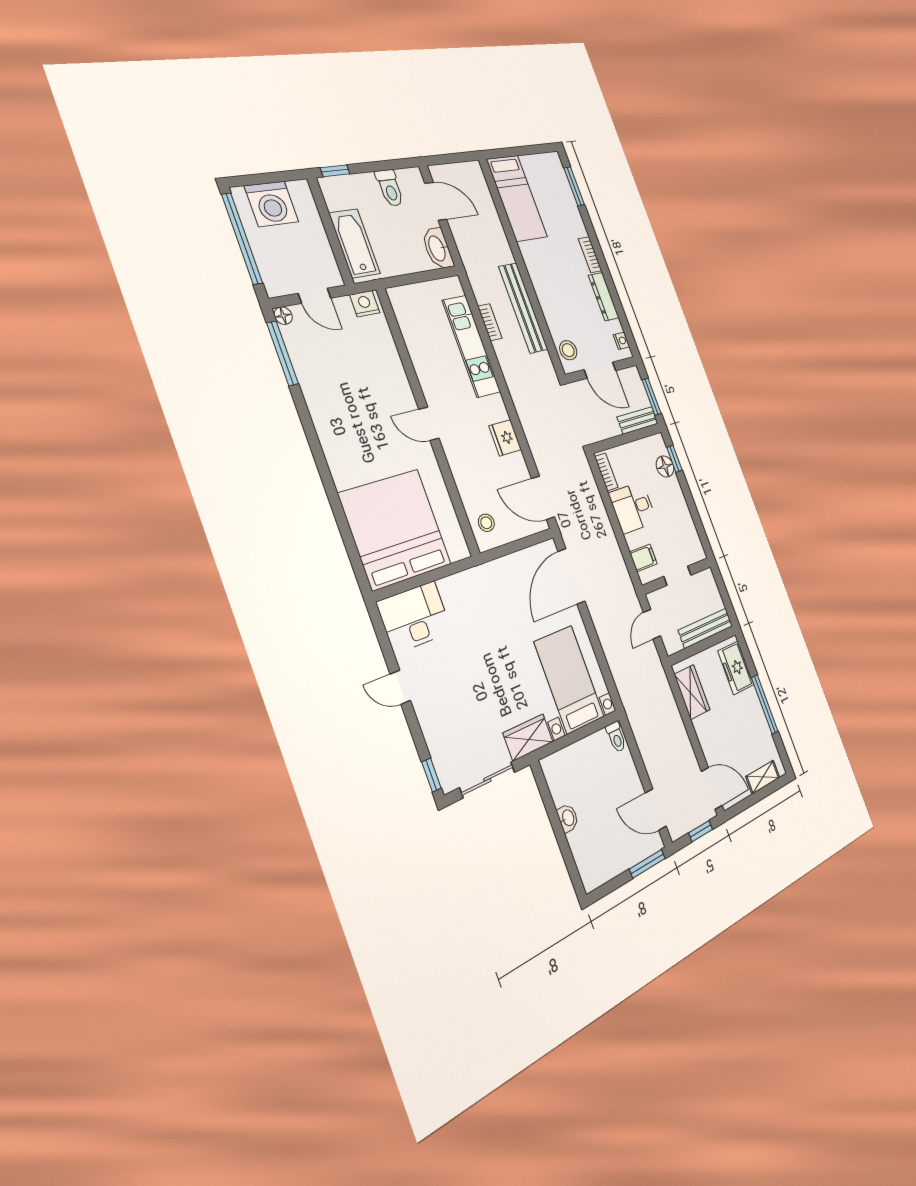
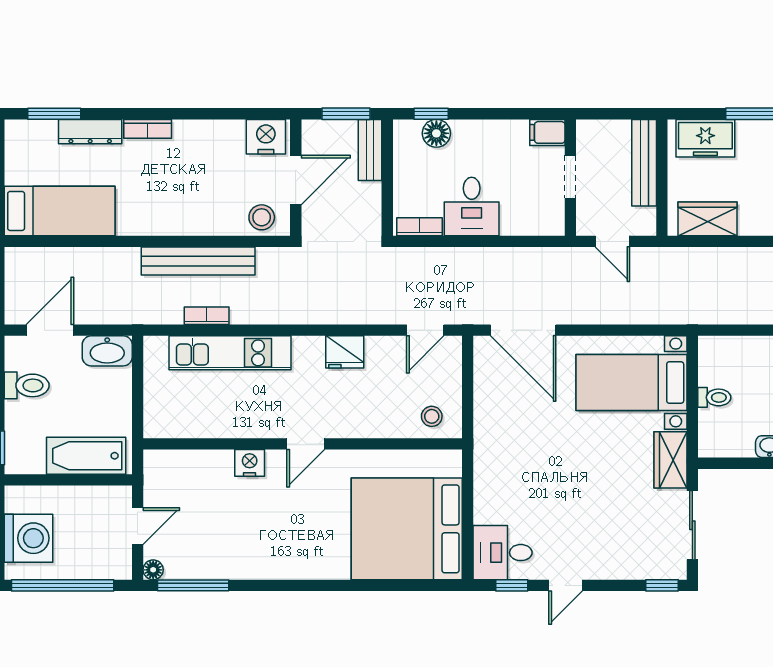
dresser: (604, 297) -> (90, 132), moved
nightstand: (365, 304) -> (250, 463), moved, turned 90
nightstand: (622, 341) -> (266, 137), width x1.89, depth x1.79
door: (543, 498) -> (425, 330), width x0.73
filing cabinet: (643, 558) -> (547, 132), moved, turned -90
desk: (414, 617) -> (503, 553), width x0.73
window: (383, 638) -> (512, 585), added
toilet: (616, 737) -> (714, 397), moved

